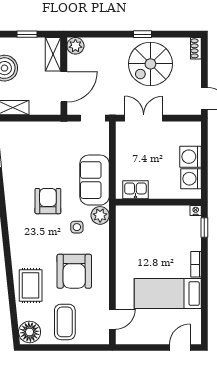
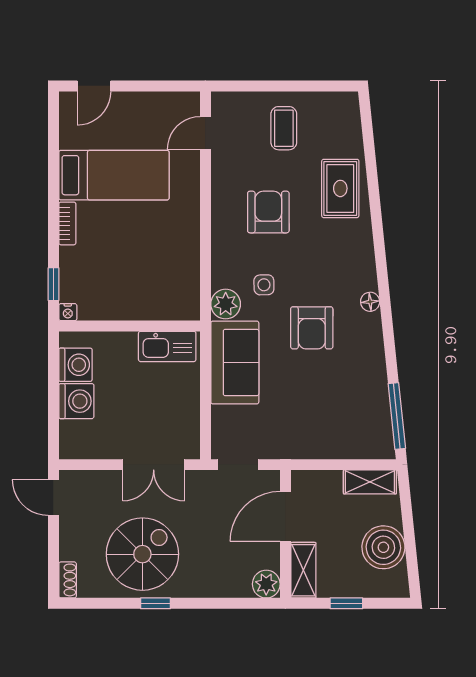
kitchen sink: (135, 190) -> (167, 346), width x1.38
armchair: (74, 271) -> (268, 212), width x0.73, depth x0.73
coffee table: (65, 322) -> (284, 128), width x0.73, depth x0.77
floor lamp: (30, 332) -> (370, 302), moved, width x0.53, depth x0.53

